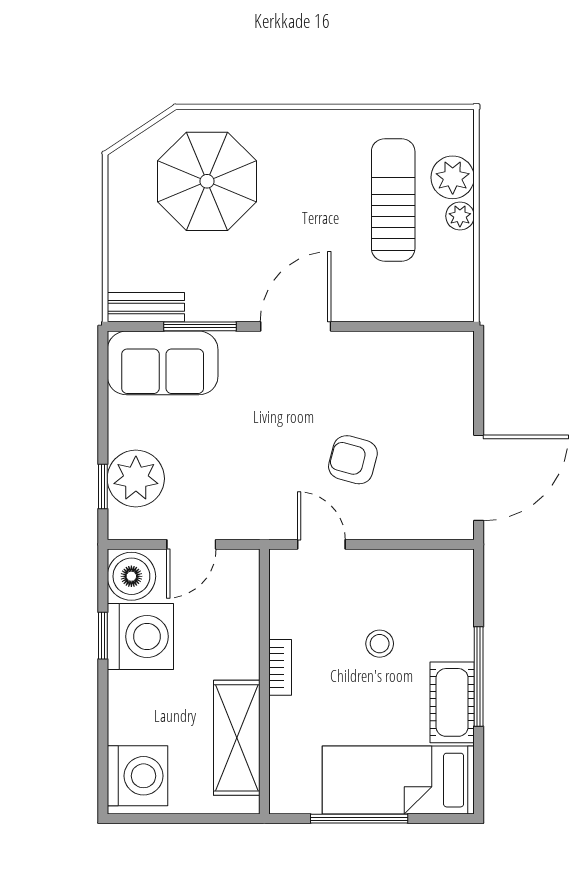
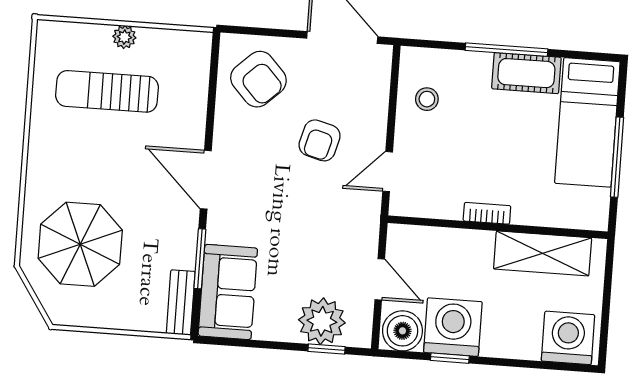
plant: (453, 177) -> (92, 41), removed
armchair: (421, 381) -> (258, 79), added
stool: (380, 644) -> (427, 99), moved

